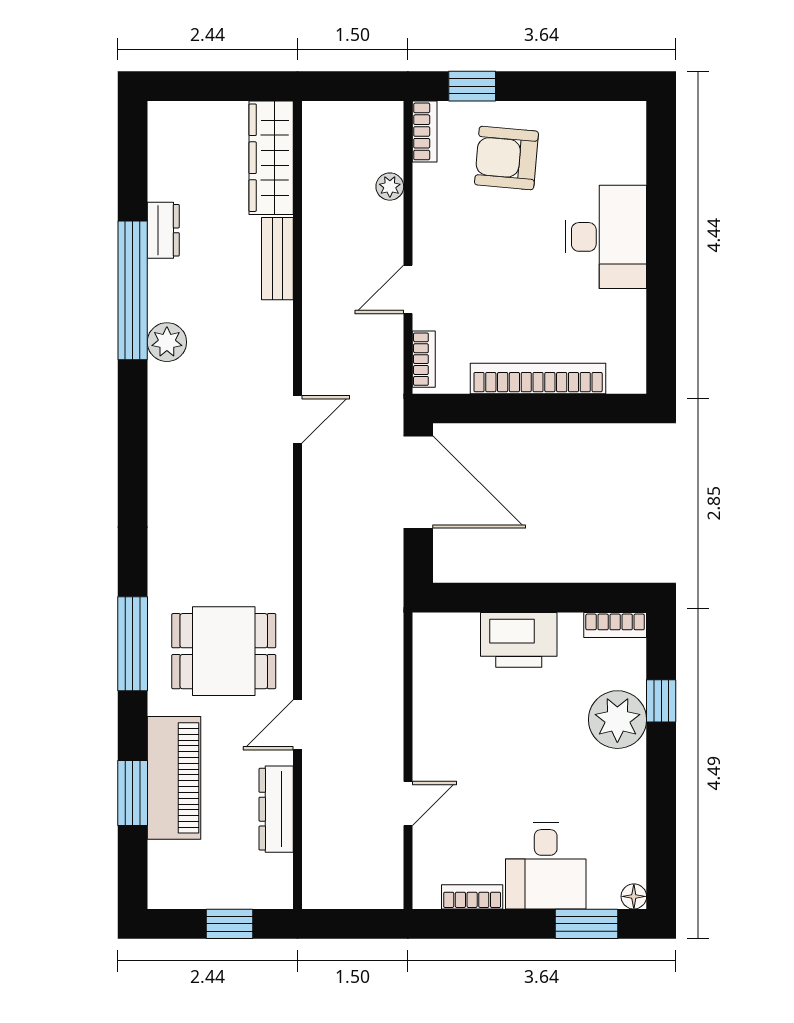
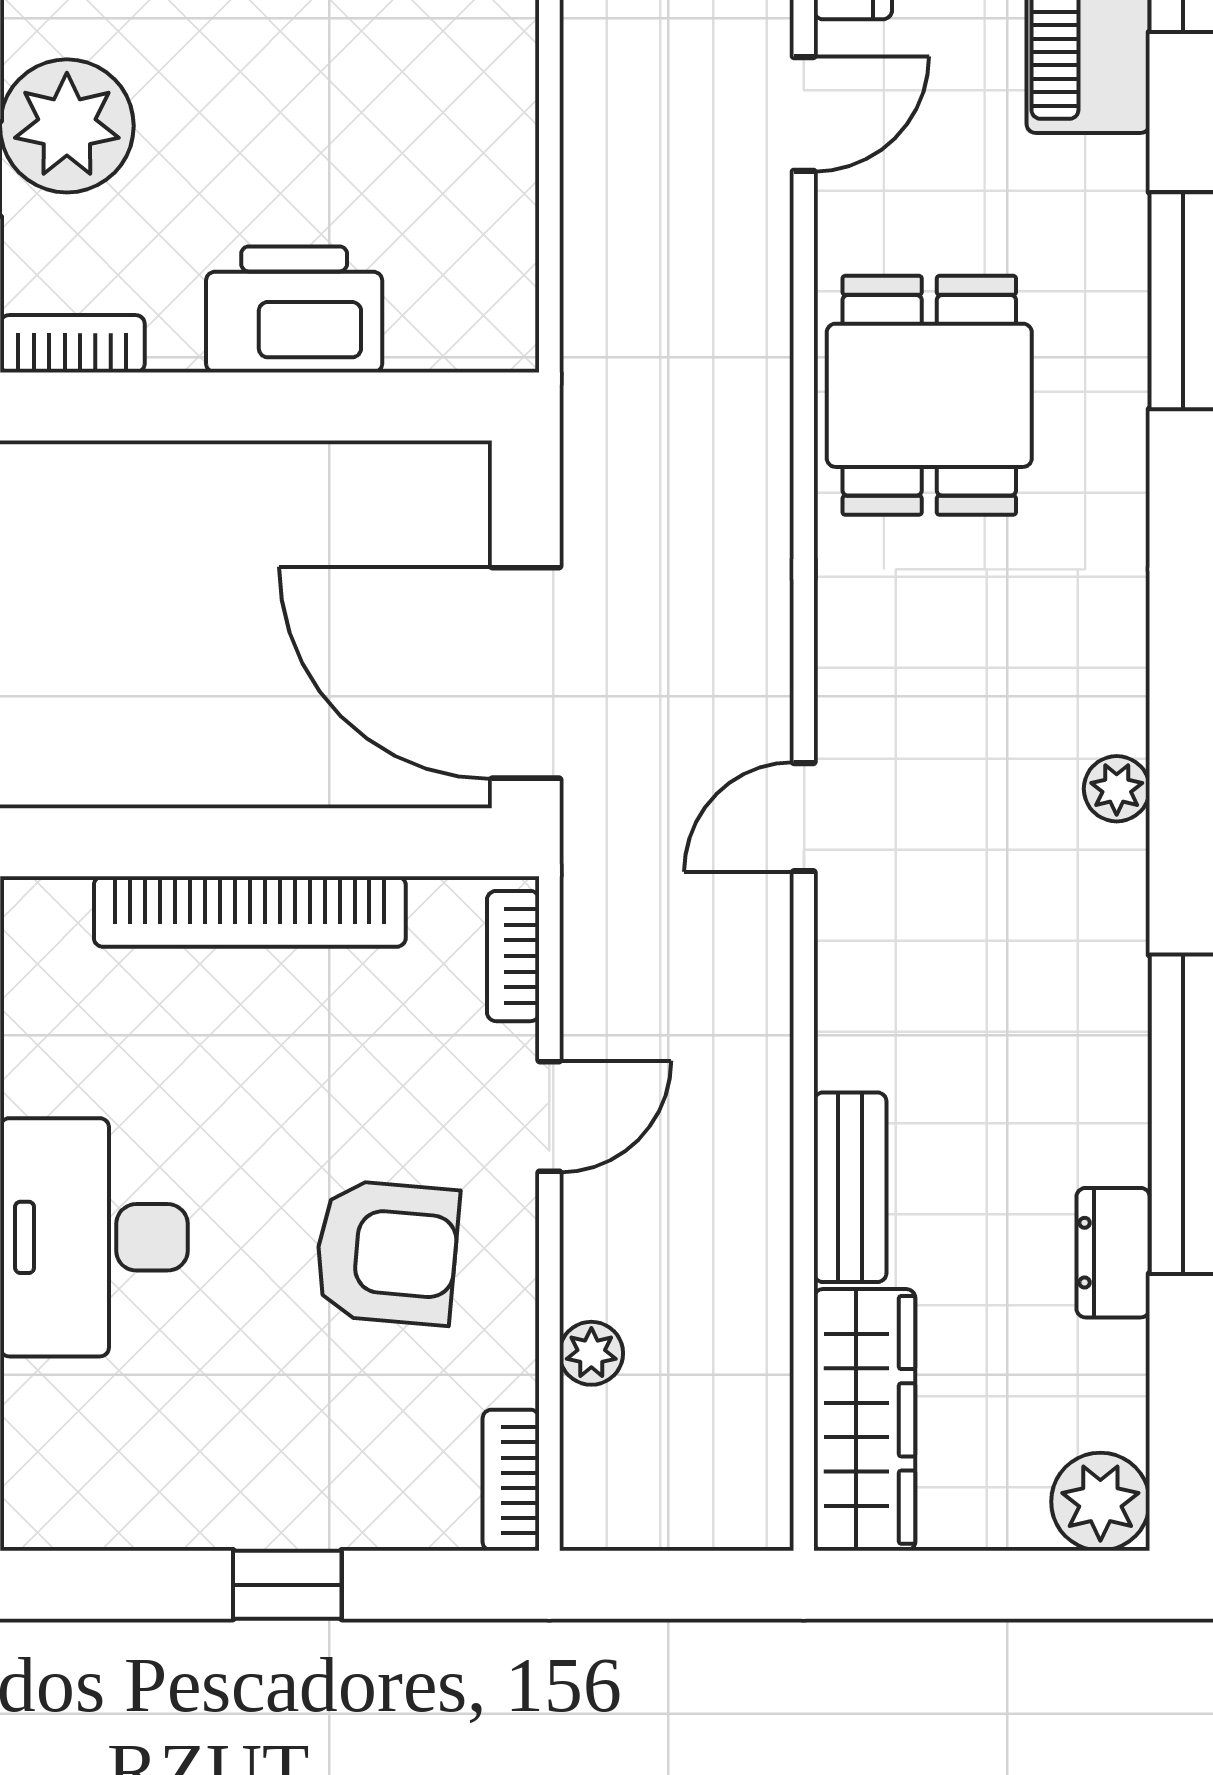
window: (472, 86) -> (287, 1585), moved
plant: (169, 122) -> (1100, 1502), added
armchair: (506, 158) -> (387, 1252), moved
plant: (167, 342) -> (1117, 789), moved, width x0.73, depth x0.73
dining table: (224, 651) -> (929, 395), moved, turned 90

